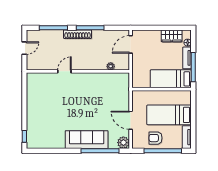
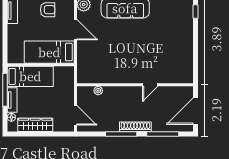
wardrobe: (172, 36) -> (35, 125), width x1.50
door: (131, 44) -> (75, 115), hinge flipped
door: (24, 48) -> (195, 111), width x1.88
bed: (169, 115) -> (49, 52), moved, turned 180

